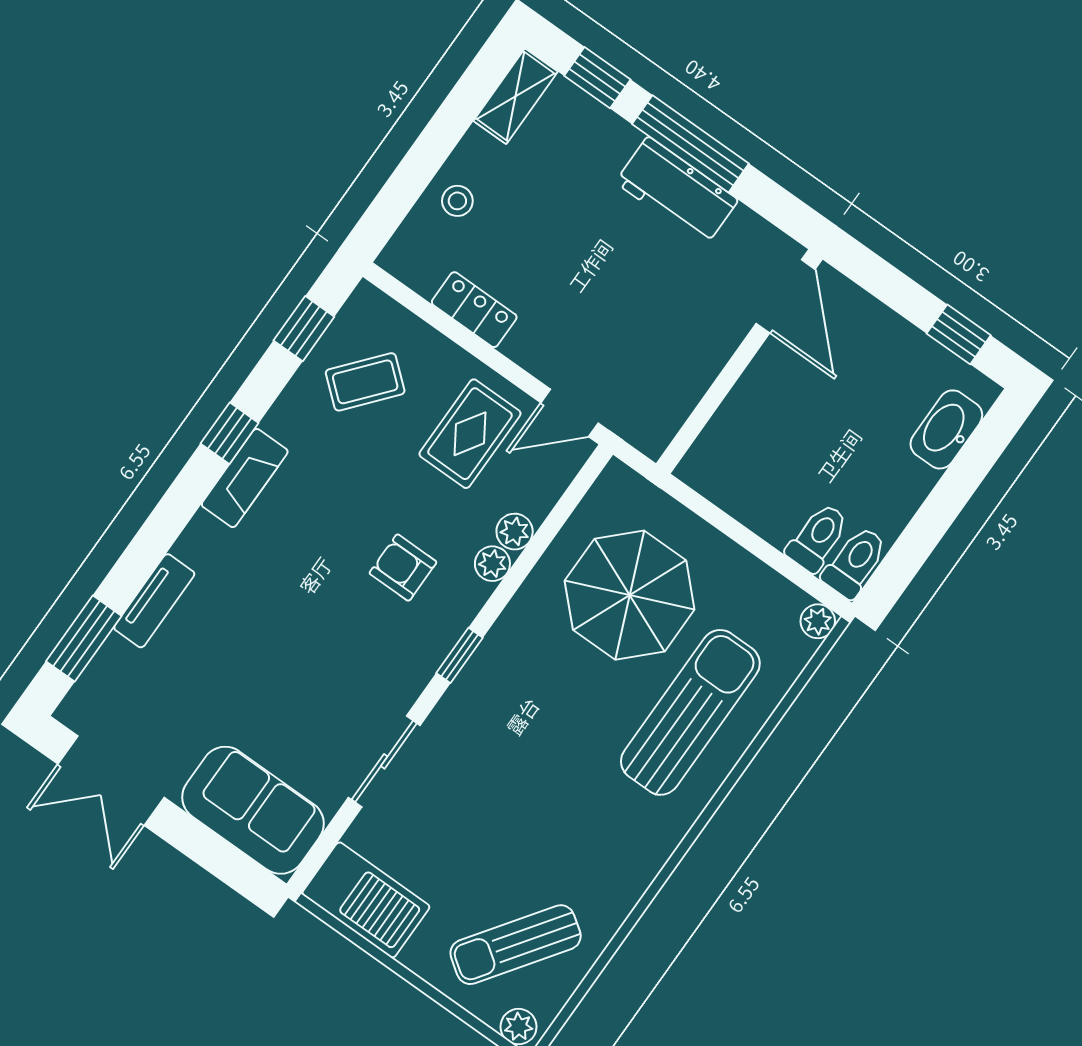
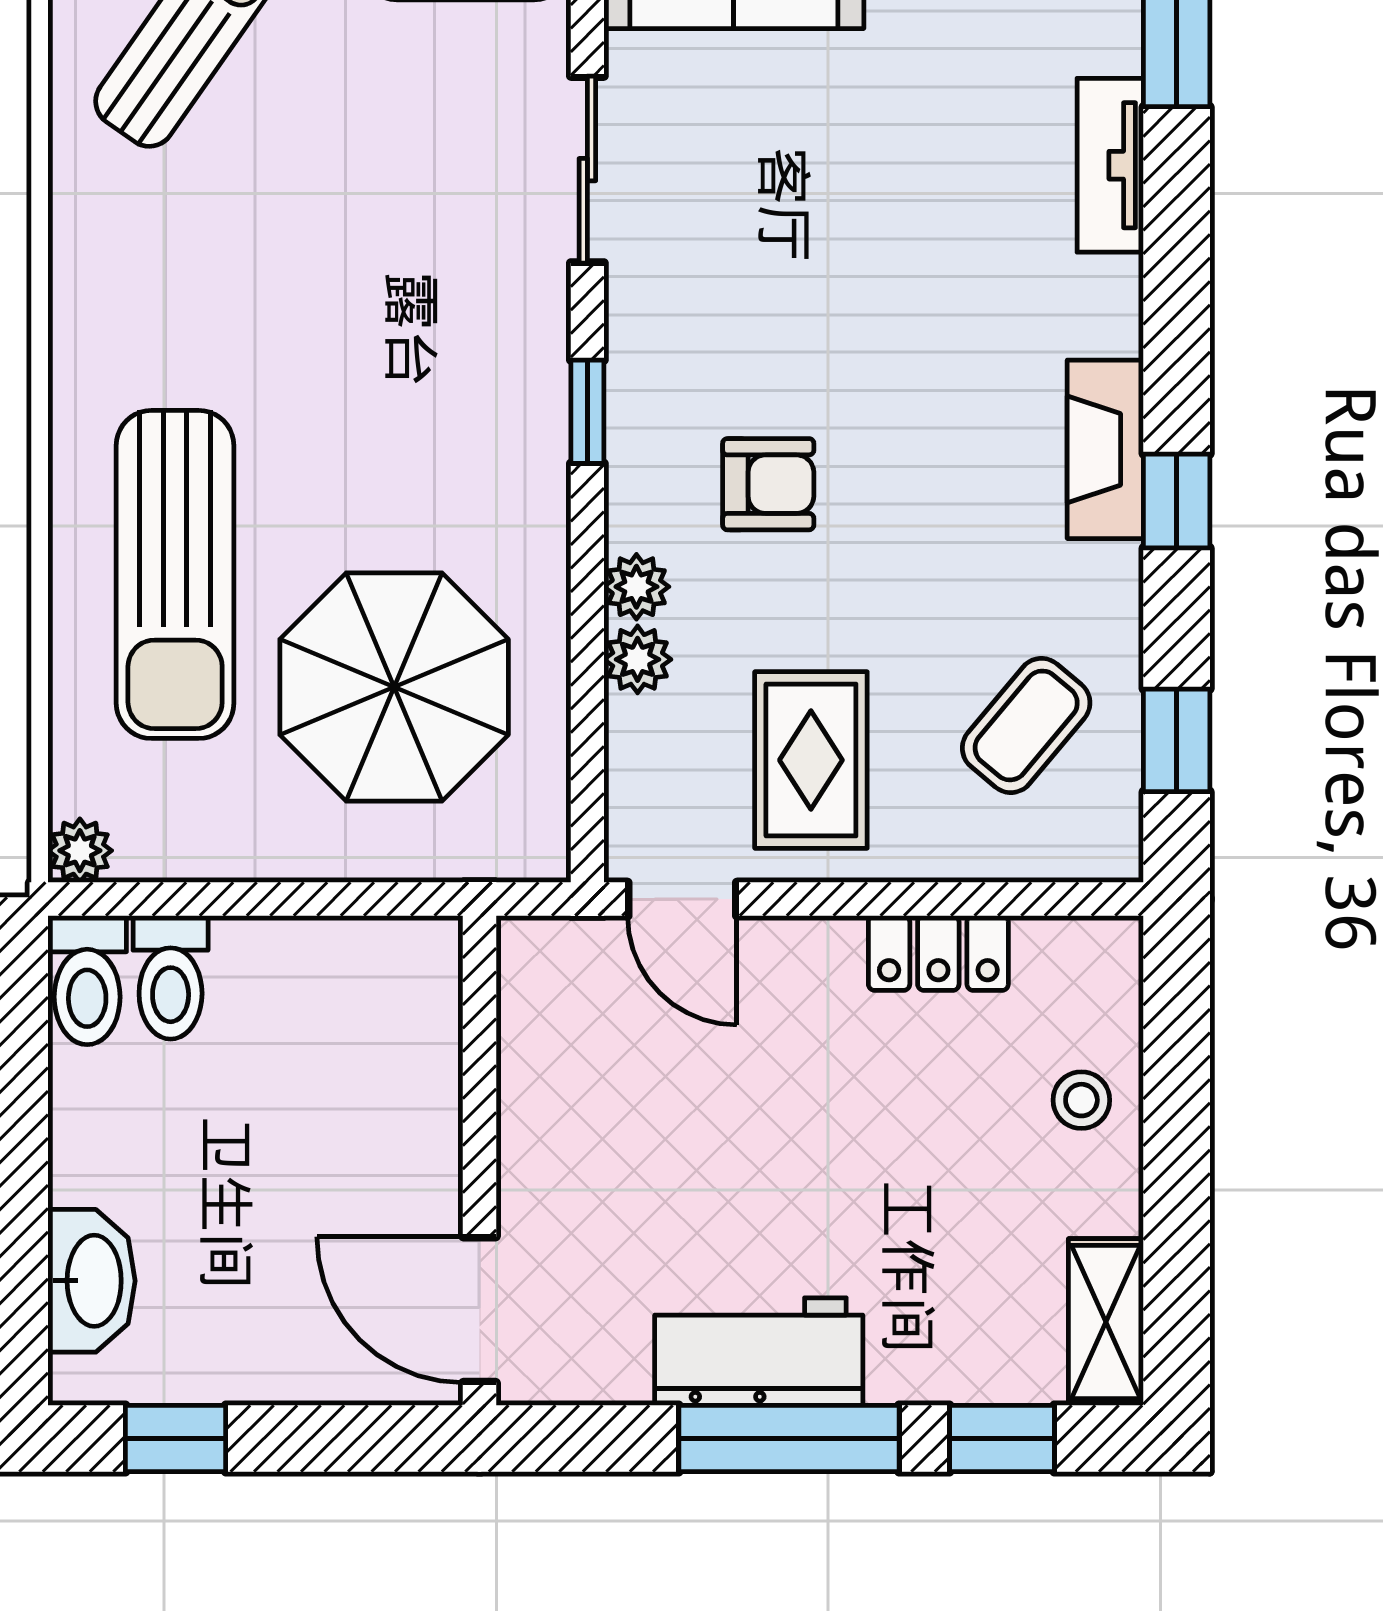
door: (569, 413) -> (682, 899), swing flipped

